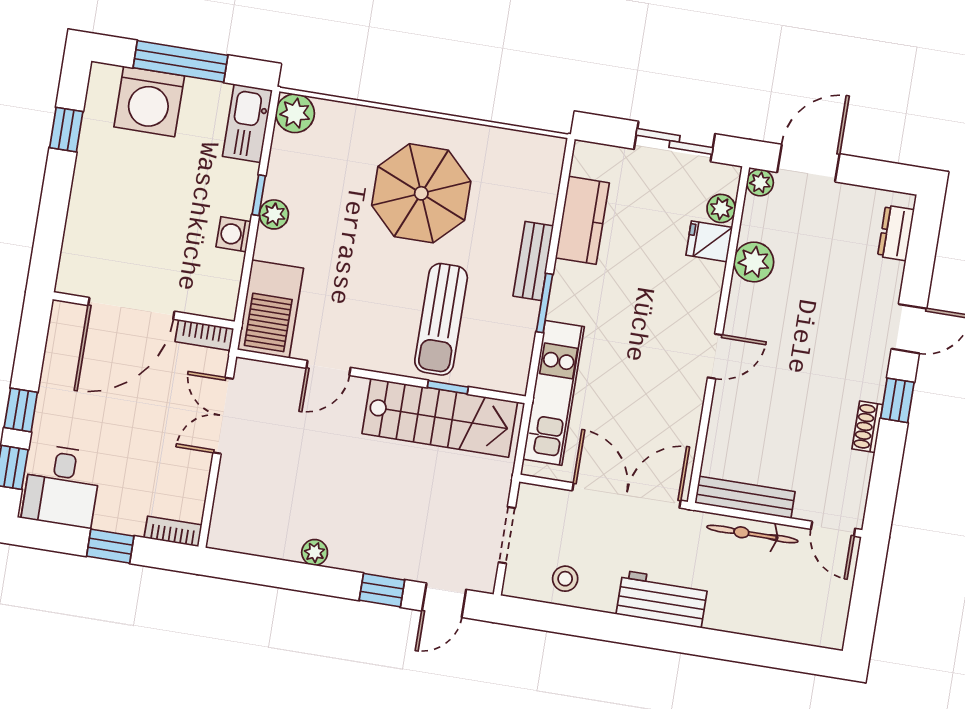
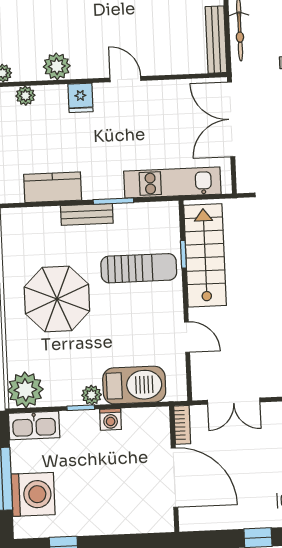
plant: (295, 113) -> (25, 390), width x1.36, depth x1.36
fridge: (709, 241) -> (80, 98), moved
barbecue: (270, 309) -> (134, 385), moved

